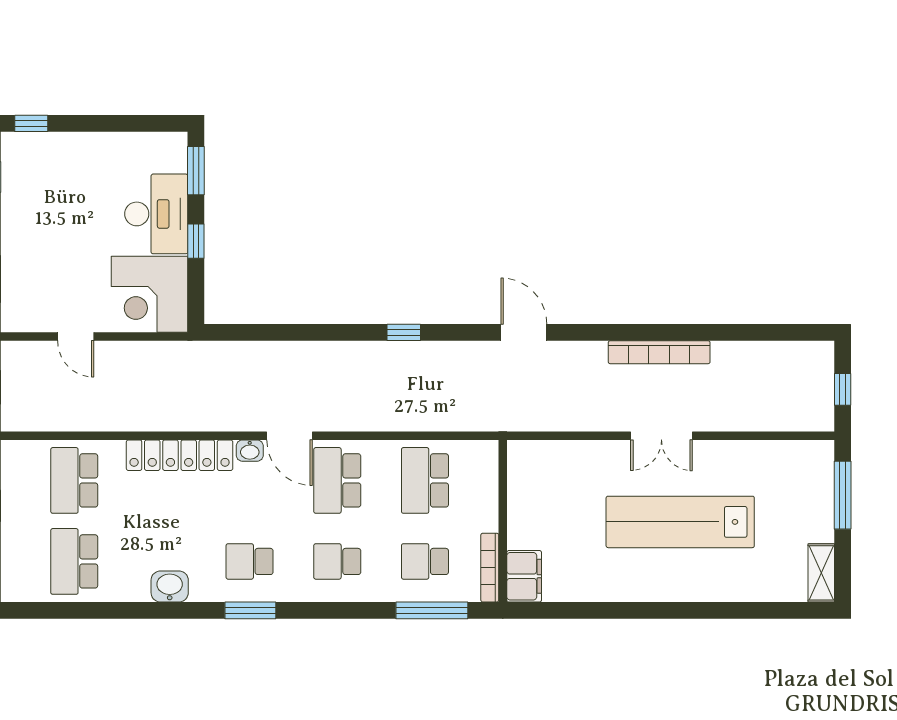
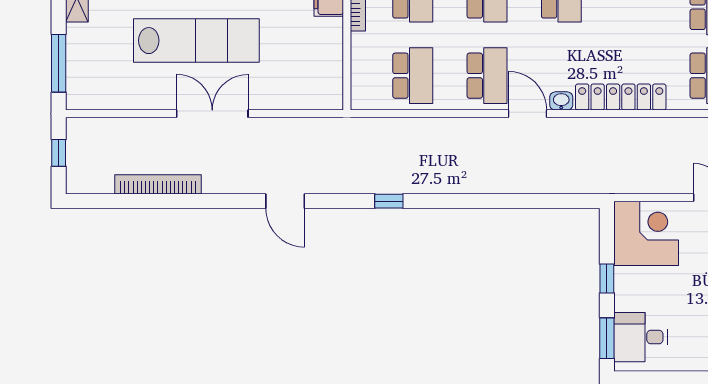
desk: (156, 214) -> (641, 337), moved, width x0.73
window: (404, 332) -> (389, 201), moved
door: (524, 332) -> (285, 201), moved
bookcase: (659, 352) -> (158, 184), moved
double door: (661, 436) -> (212, 114), width x1.37

